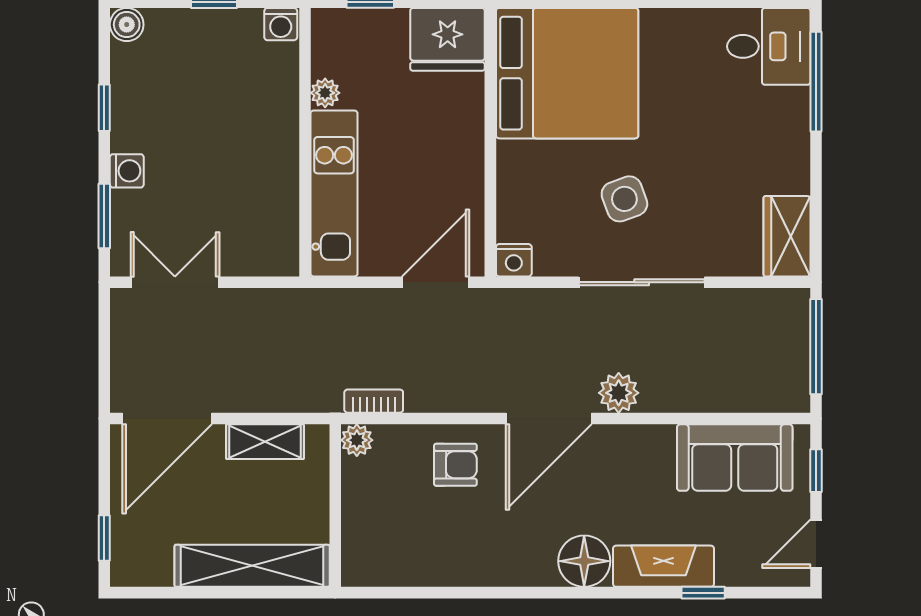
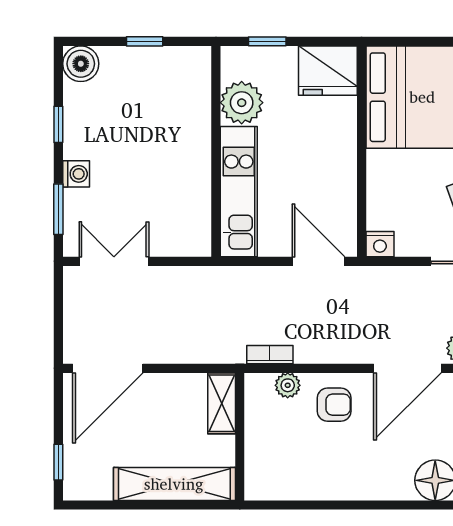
washing machine: (281, 24) -> (197, 59), removed
boiler: (127, 25) -> (81, 64), width x1.36, depth x1.36
plant: (325, 93) -> (242, 103), width x1.87, depth x1.87
door: (436, 282) -> (319, 261), hinge flipped
plant: (357, 440) -> (288, 385), moved
shelving: (265, 442) -> (222, 403), moved, turned 90

